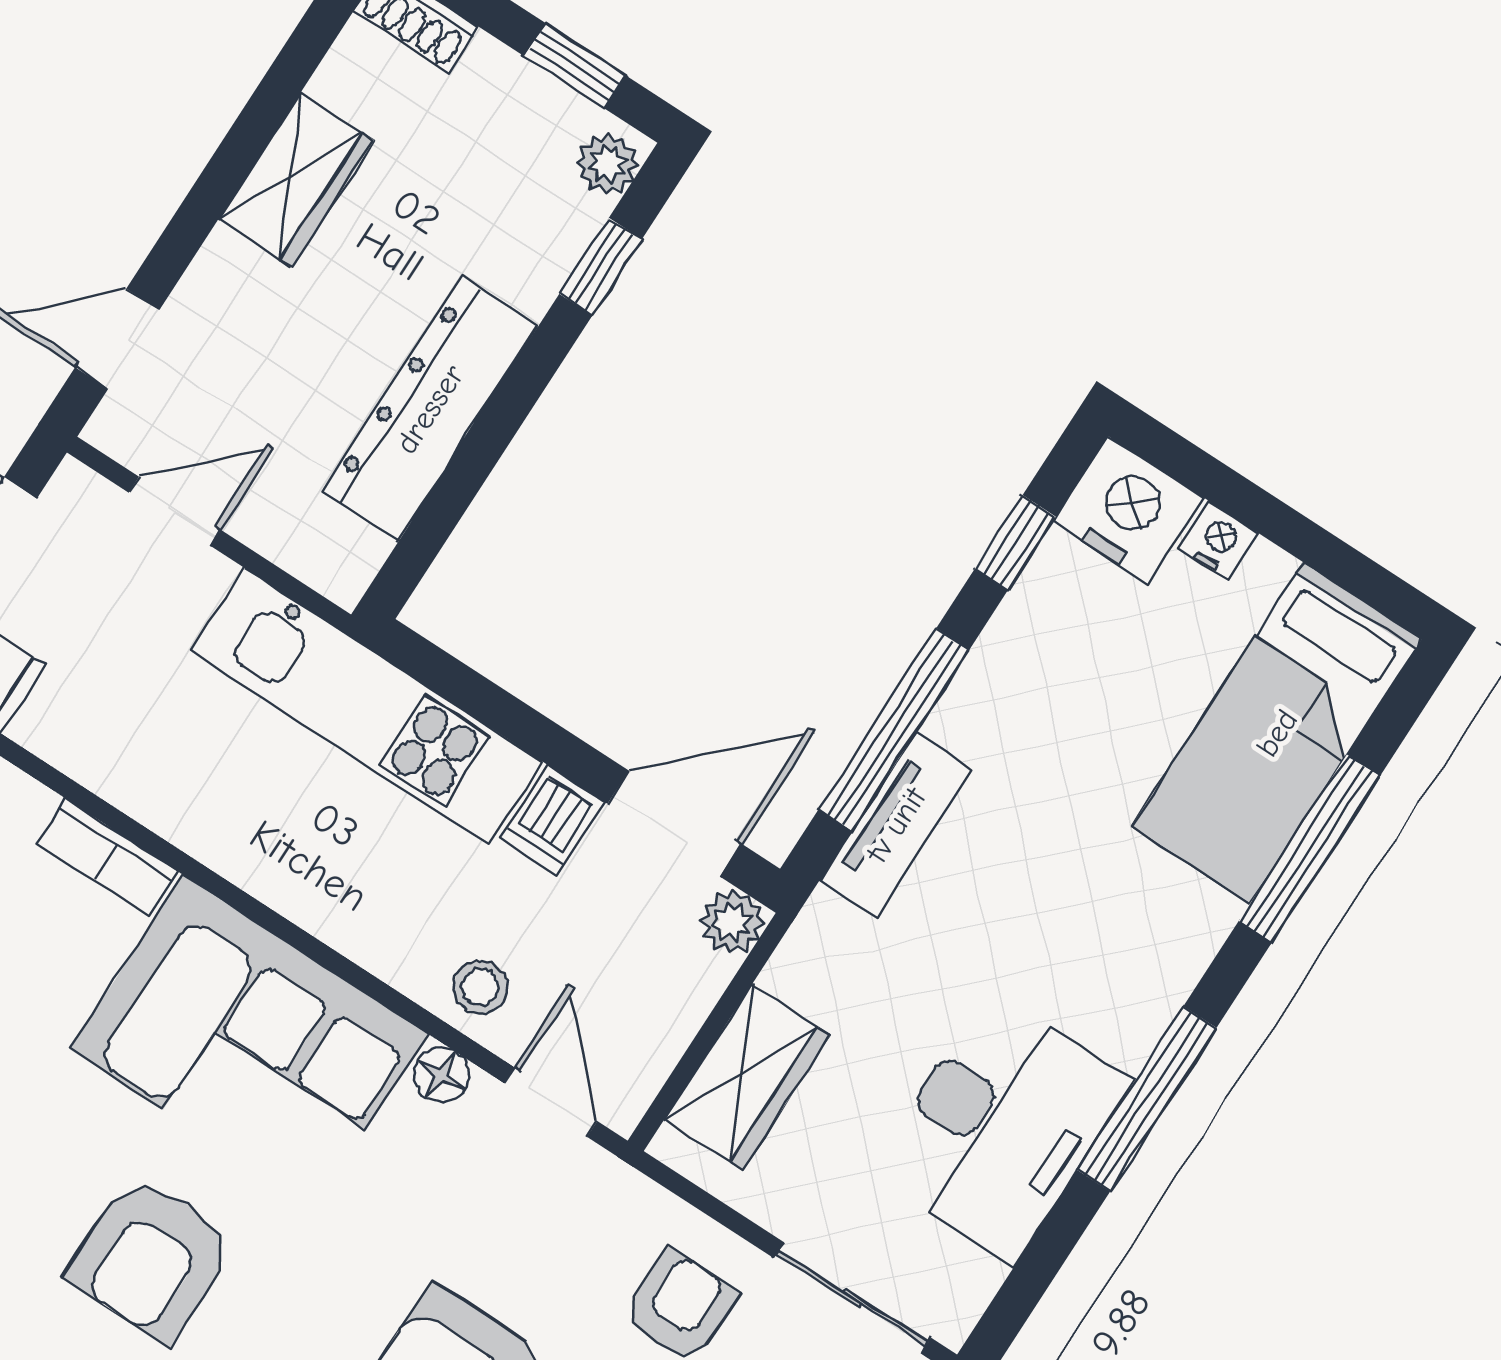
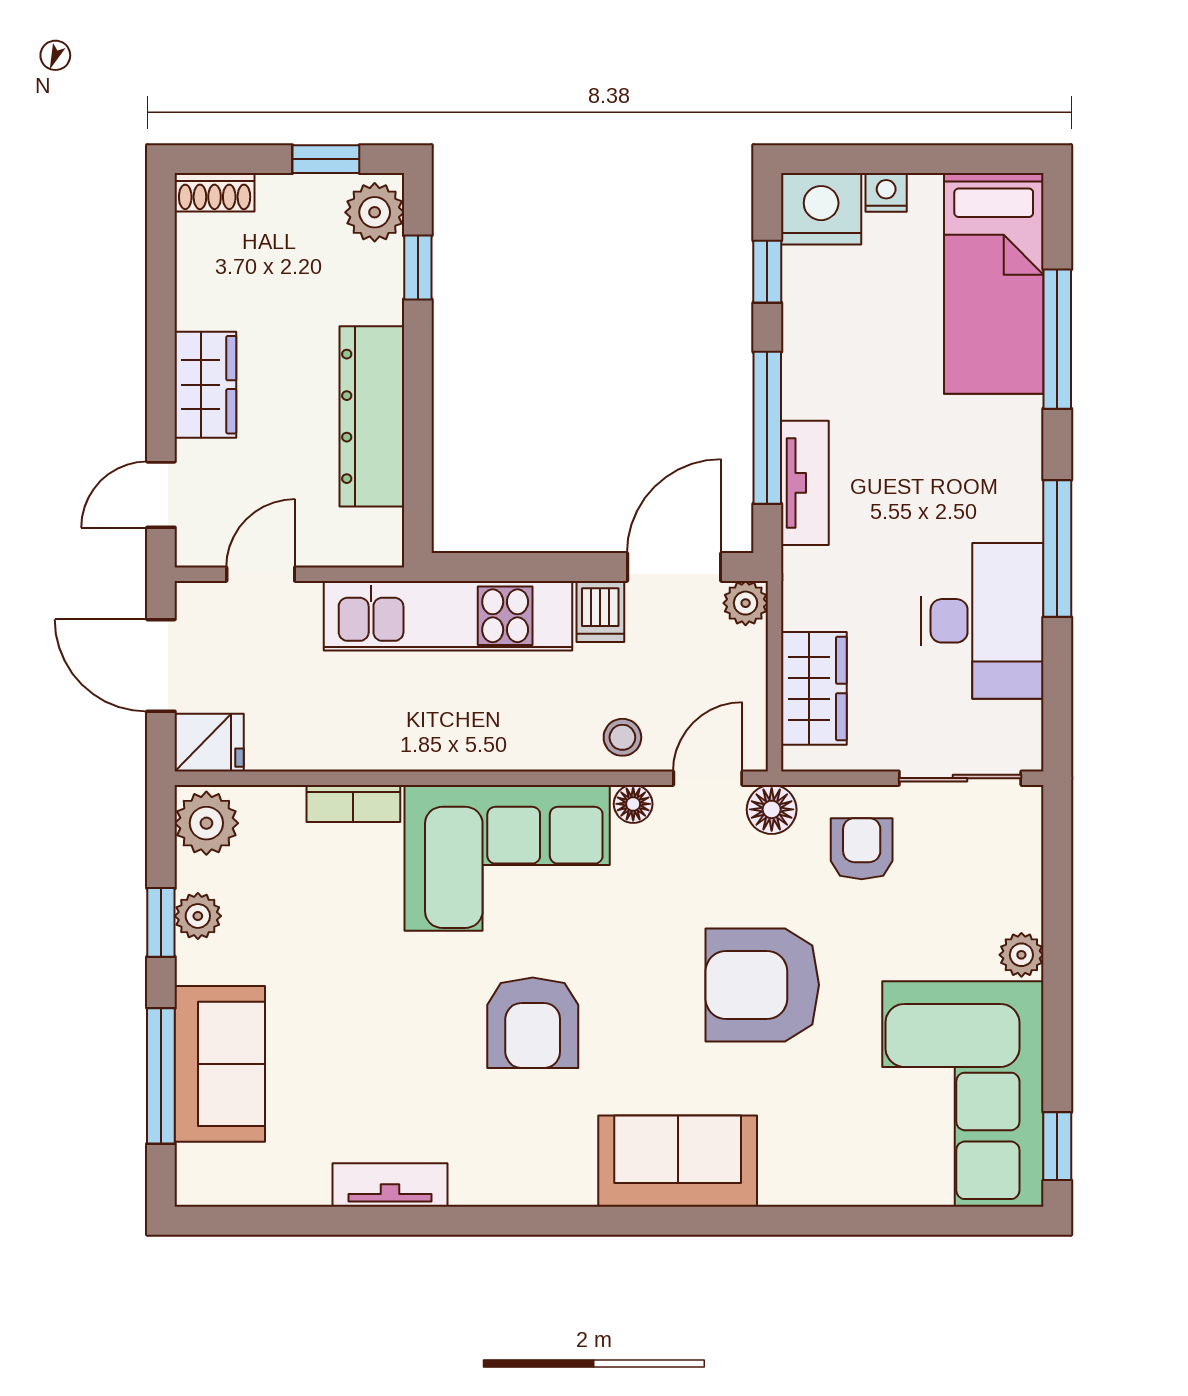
plant: (608, 164) -> (375, 212), width x1.38, depth x1.38
wardrobe: (296, 180) -> (205, 385), moved
door: (551, 1102) -> (708, 778), hinge flipped
floor lamp: (603, 1189) -> (772, 809), added

